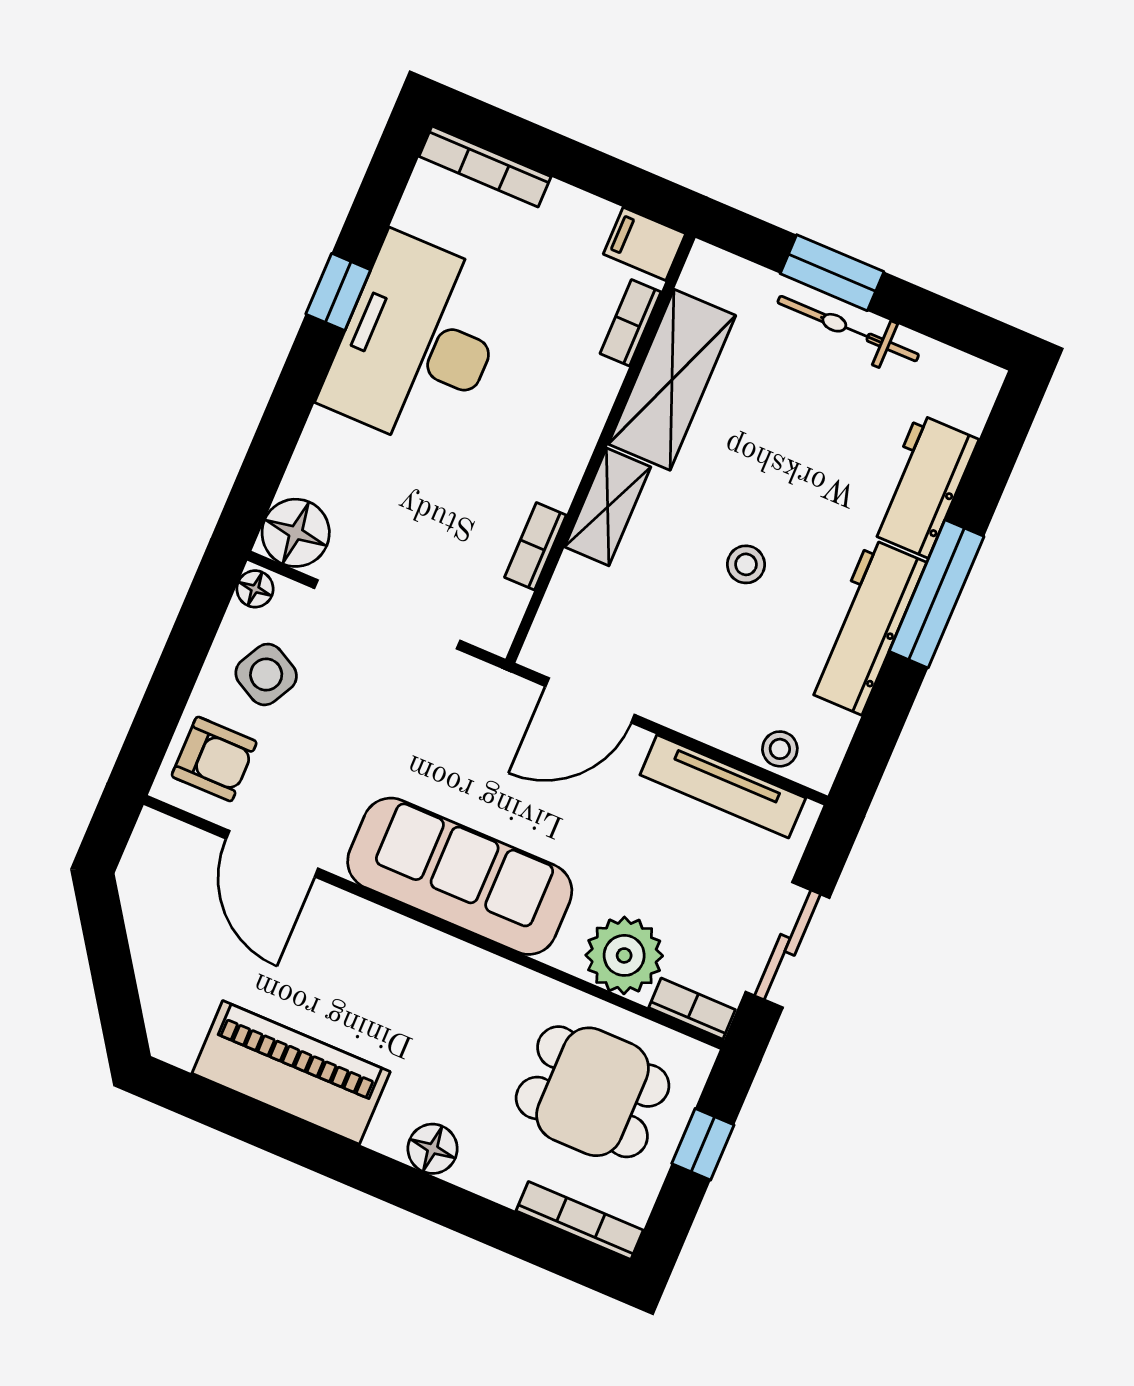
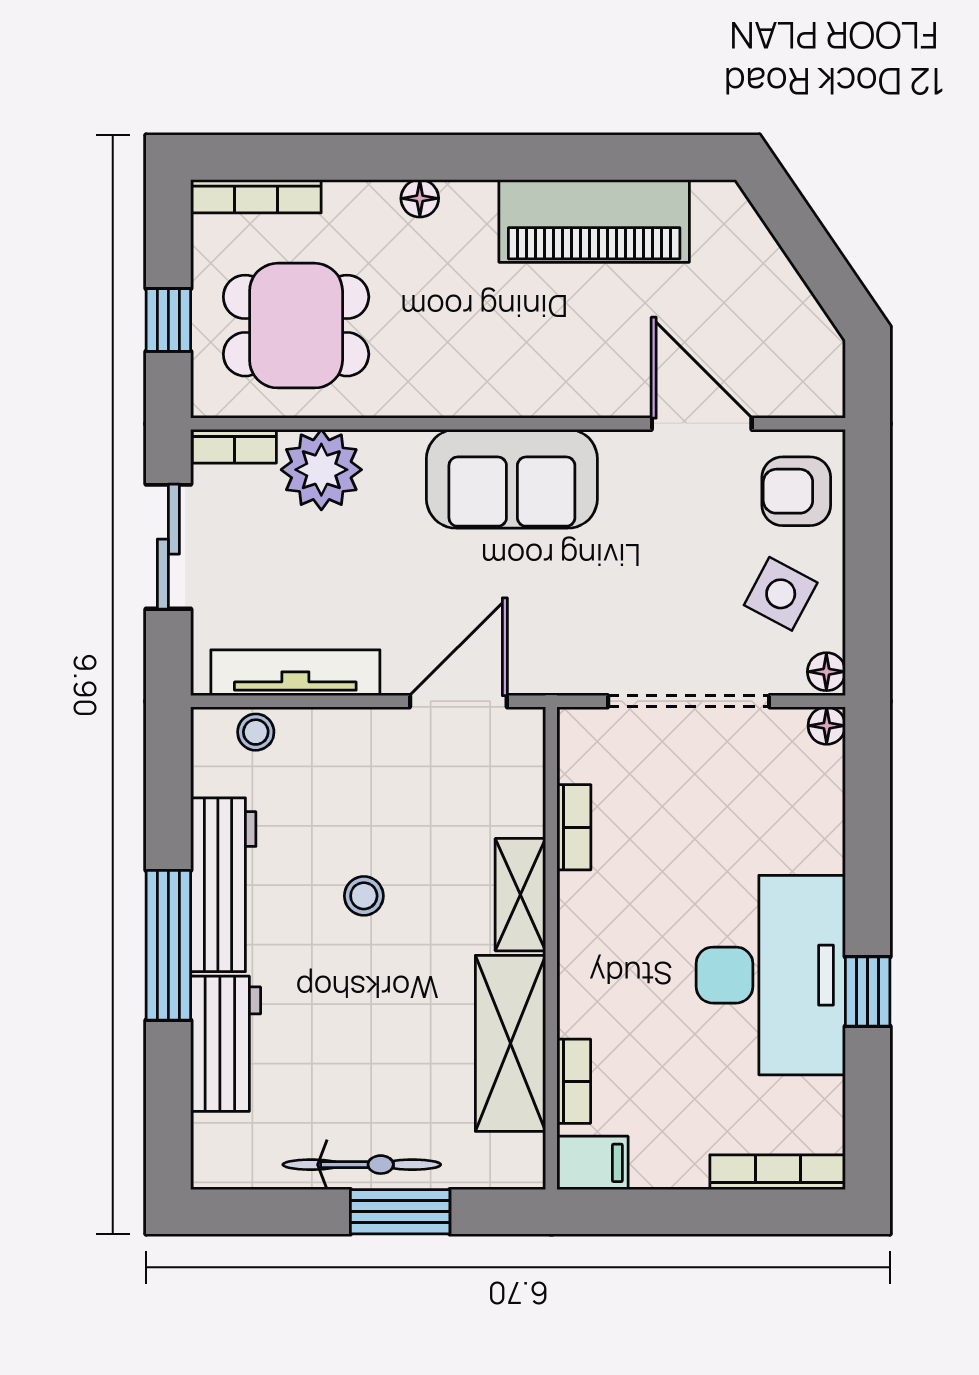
floor lamp: (296, 533) -> (827, 726), width x0.53, depth x0.53
sofa: (460, 876) -> (512, 479), width x0.73
floor lamp: (433, 1149) -> (420, 198), width x0.73, depth x0.73

